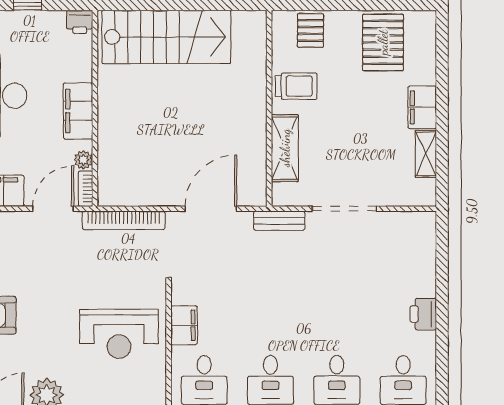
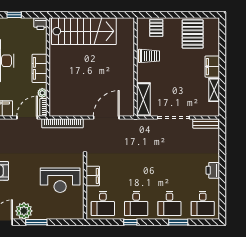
shelving: (285, 148) -> (143, 99), moved
bench: (279, 221) -> (206, 123), moved

